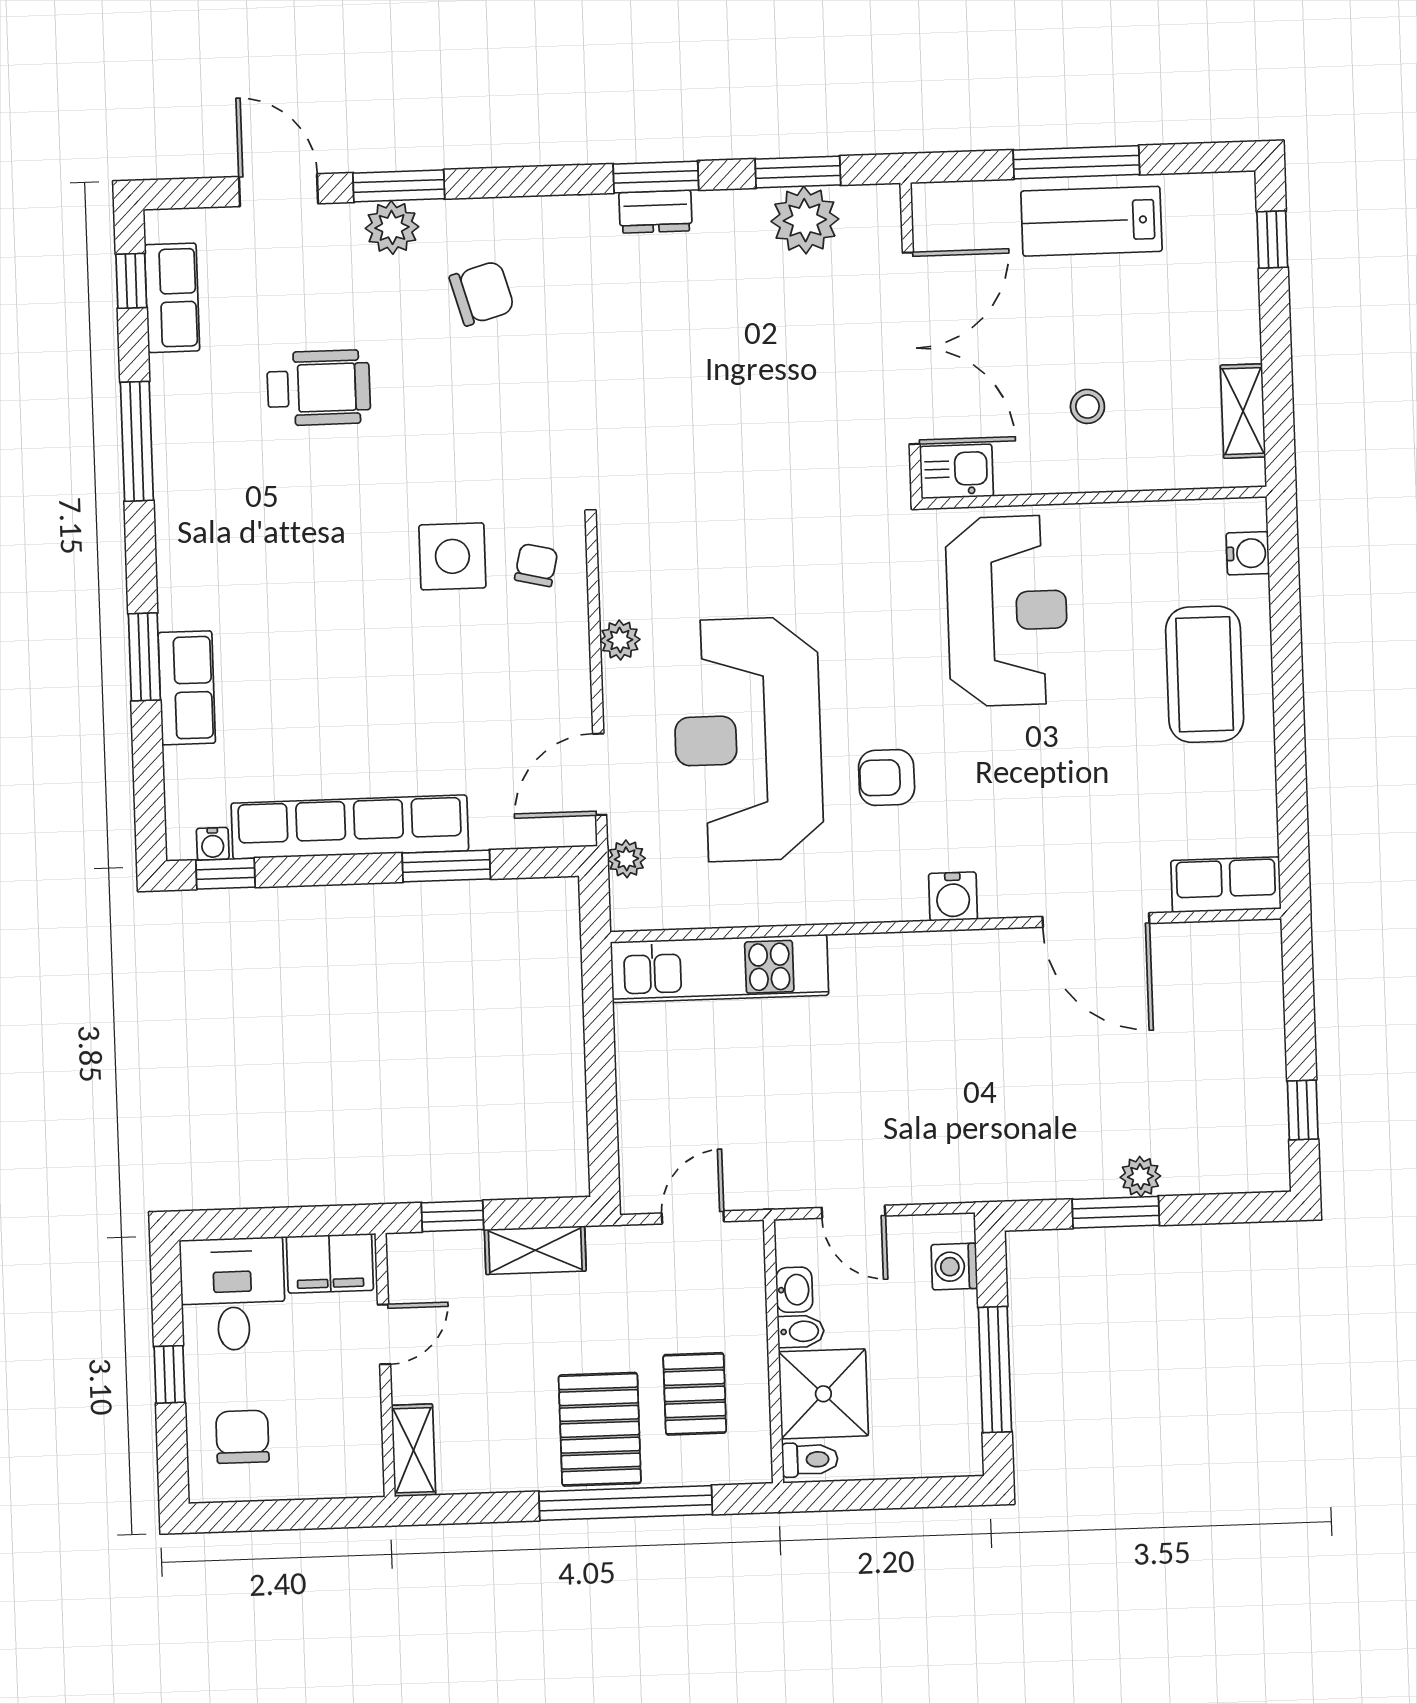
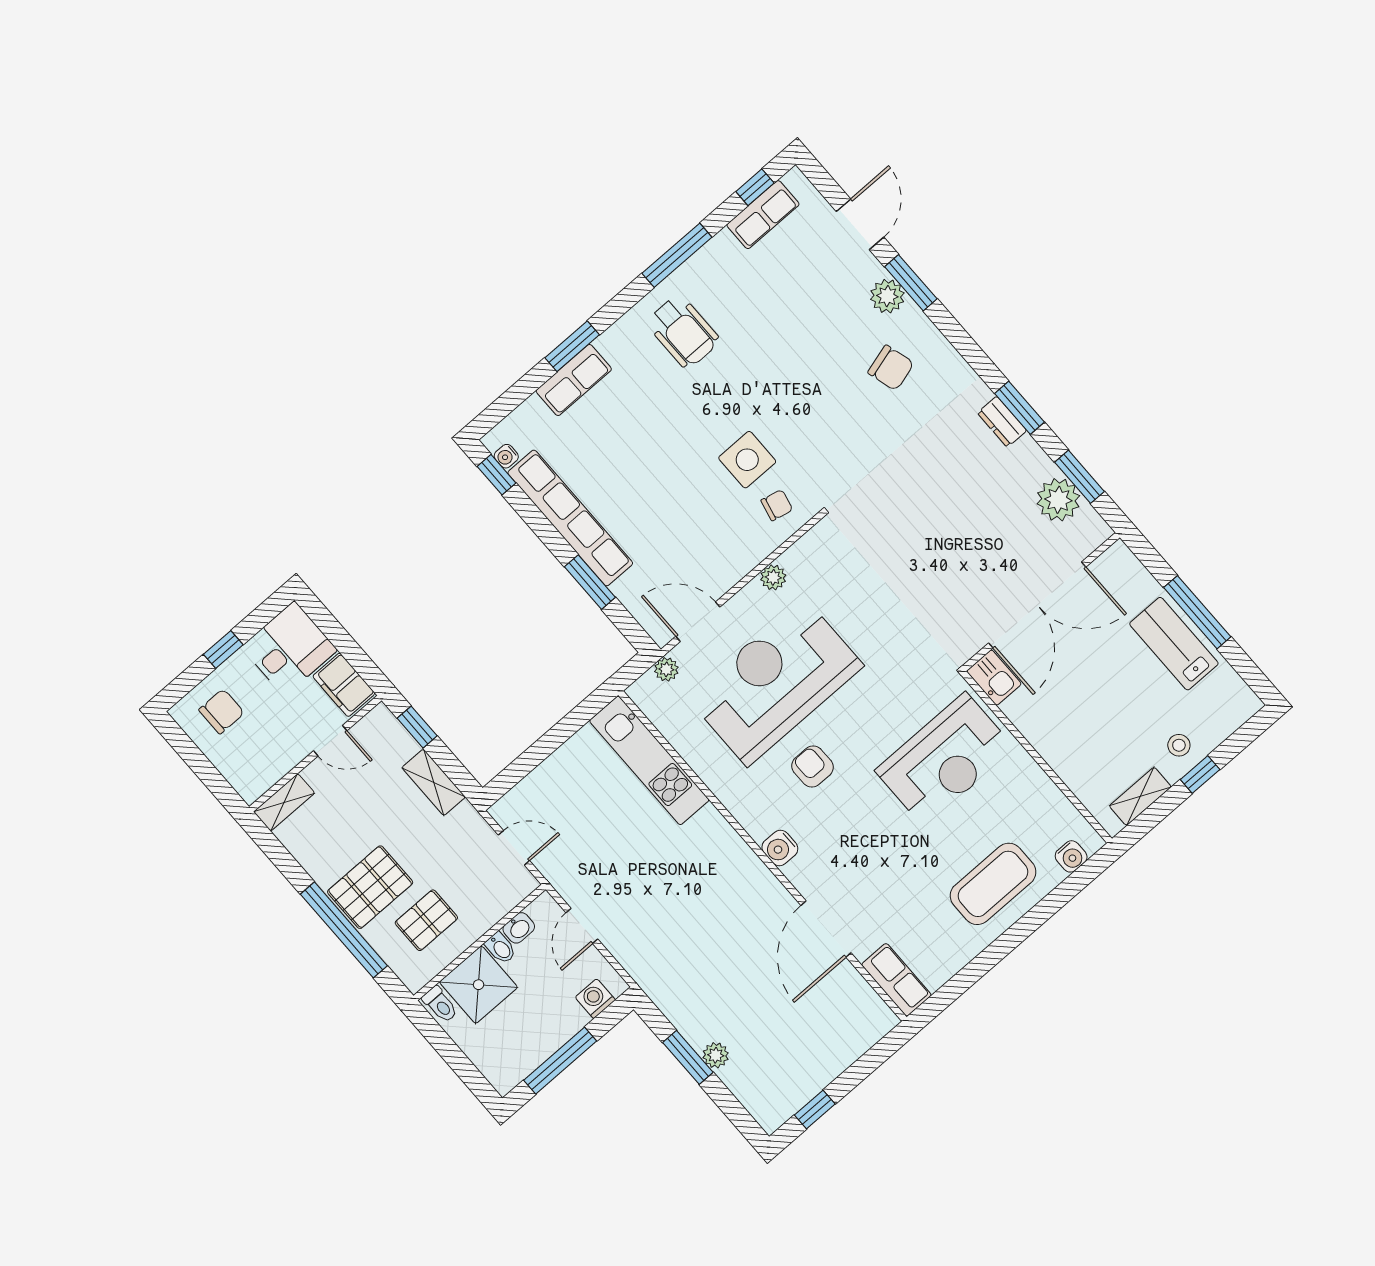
window: (1272, 239) -> (1200, 775), moved
wheelchair: (319, 388) -> (683, 332), moved
stool: (1087, 406) -> (1179, 745), moved

